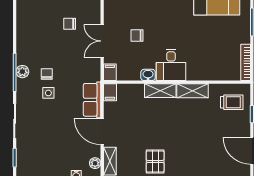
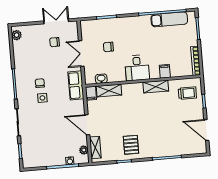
plant: (22, 72) -> (17, 35), moved
filing cabinet: (110, 72) -> (165, 71), moved
washbasin: (148, 75) -> (101, 79), moved
shelving: (160, 91) -> (109, 91), moved
row of seats: (92, 100) -> (76, 85), moved

